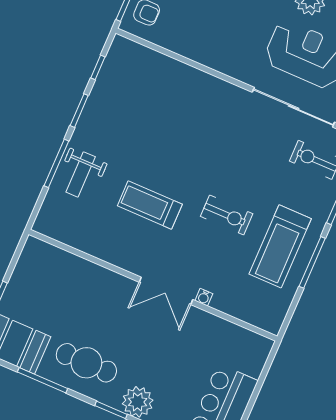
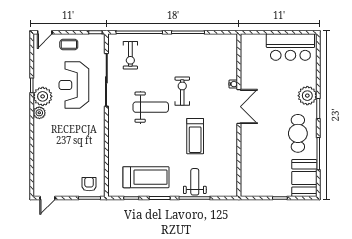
weight bench: (223, 157) -> (151, 107), added
weight bench: (81, 174) -> (195, 182), turned -90
treadmill: (280, 246) -> (146, 177), moved

